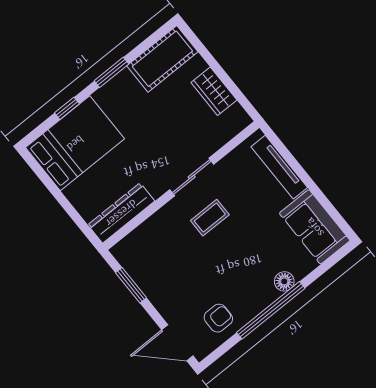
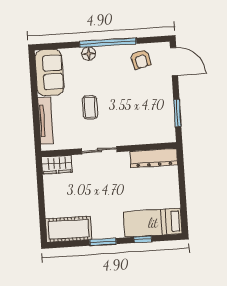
wardrobe: (214, 91) -> (57, 165), moved, turned 90
bed: (75, 143) -> (153, 223), width x0.67
coffee table: (210, 218) -> (90, 107), moved, turned 90
armchair: (218, 318) -> (141, 59), turned -103

